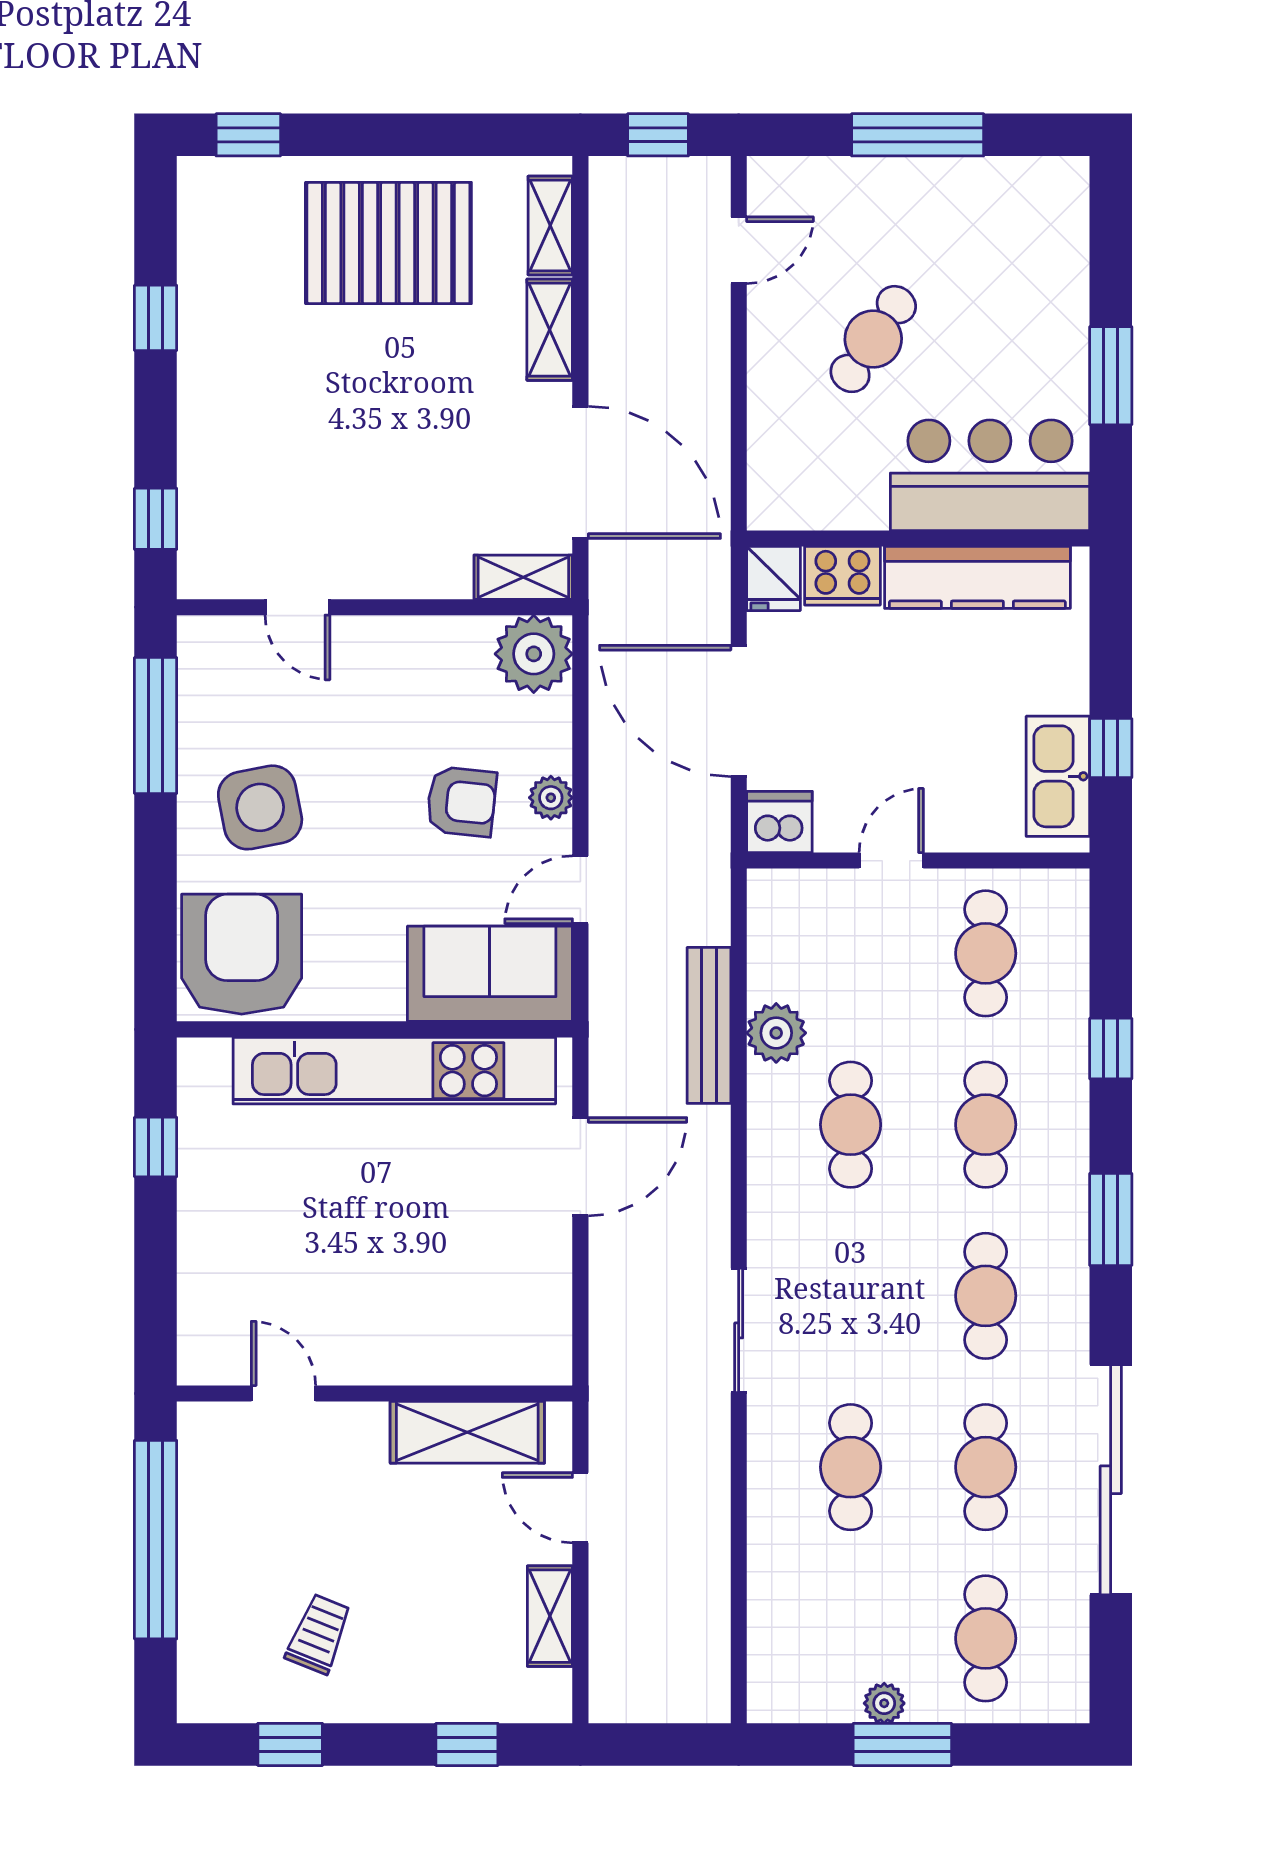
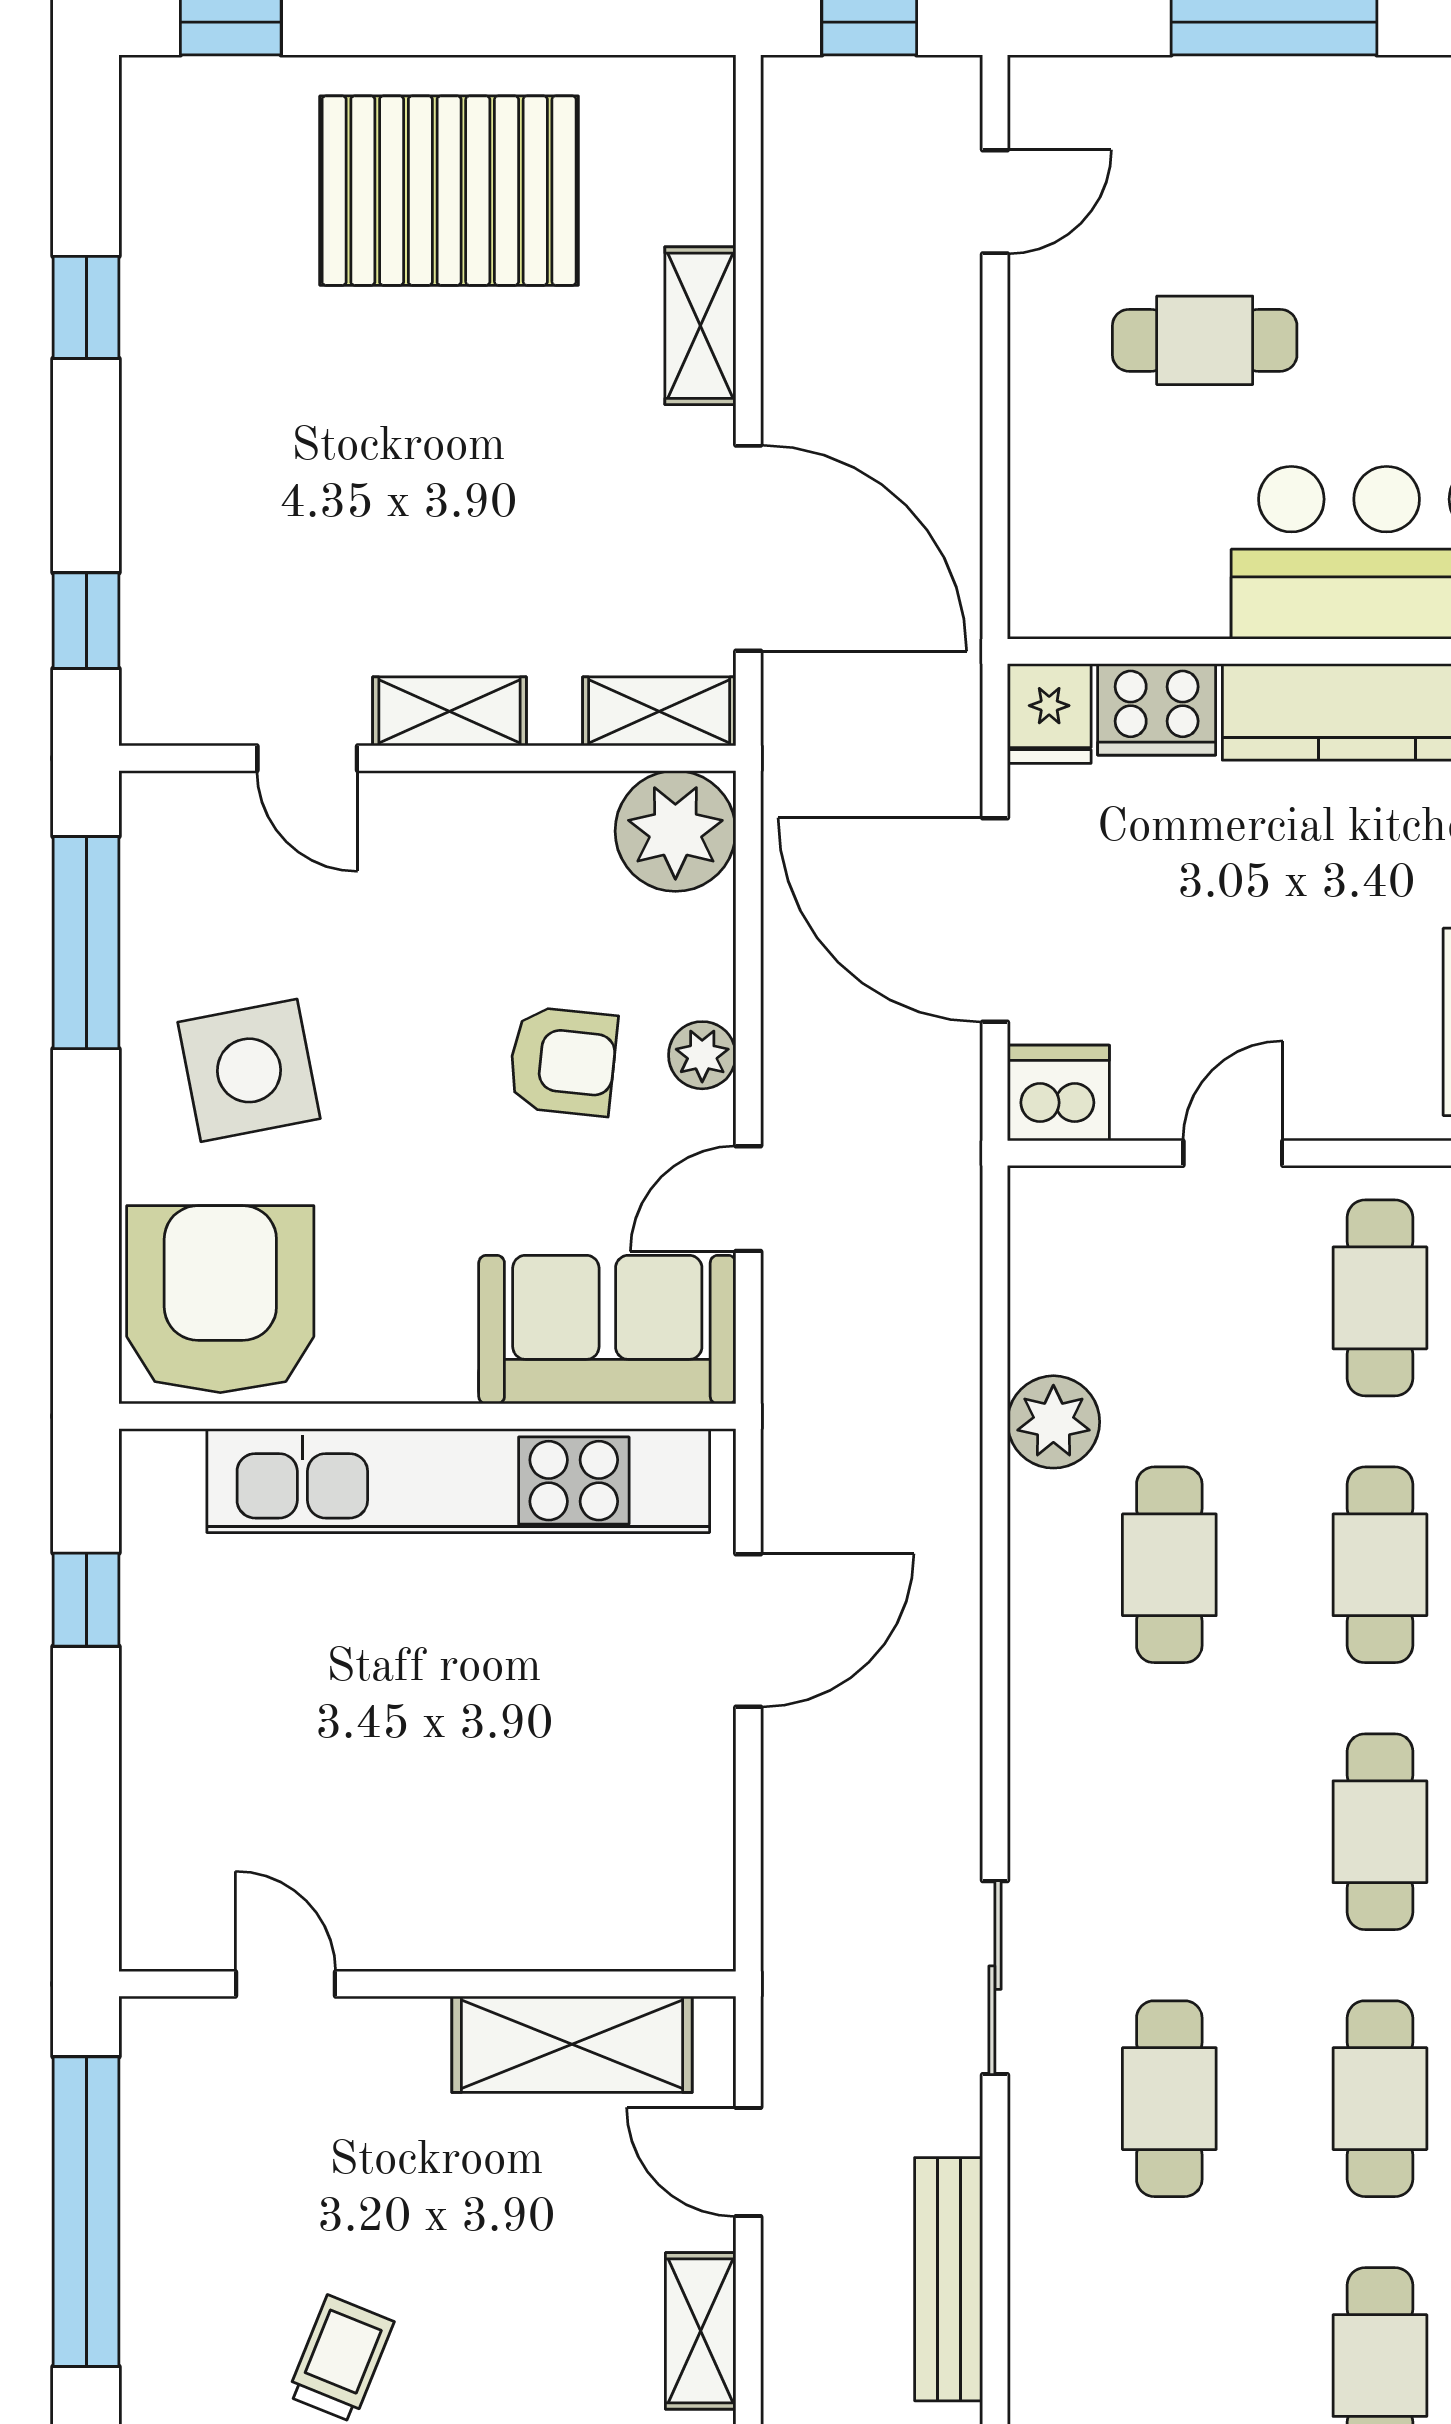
shelving: (550, 226) -> (449, 711), moved, turned 90
cafe table: (873, 339) -> (1205, 340), turned 56
bench: (709, 1025) -> (949, 2279), moved
sliding door: (739, 1330) -> (995, 1978), moved

